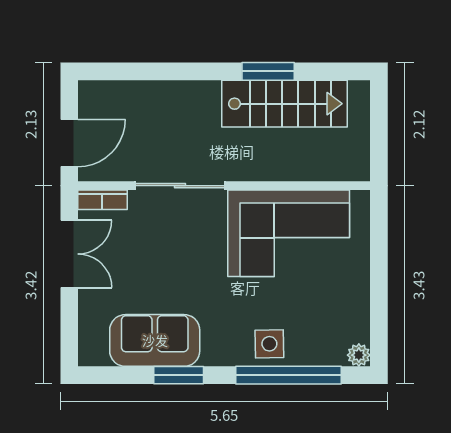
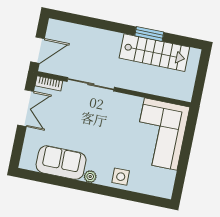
corner sofa: (289, 233) -> (161, 134), moved, turned 90
plant: (359, 355) -> (90, 177), moved
window: (179, 375) -> (70, 183), removed
window: (289, 375) -> (127, 195), removed

